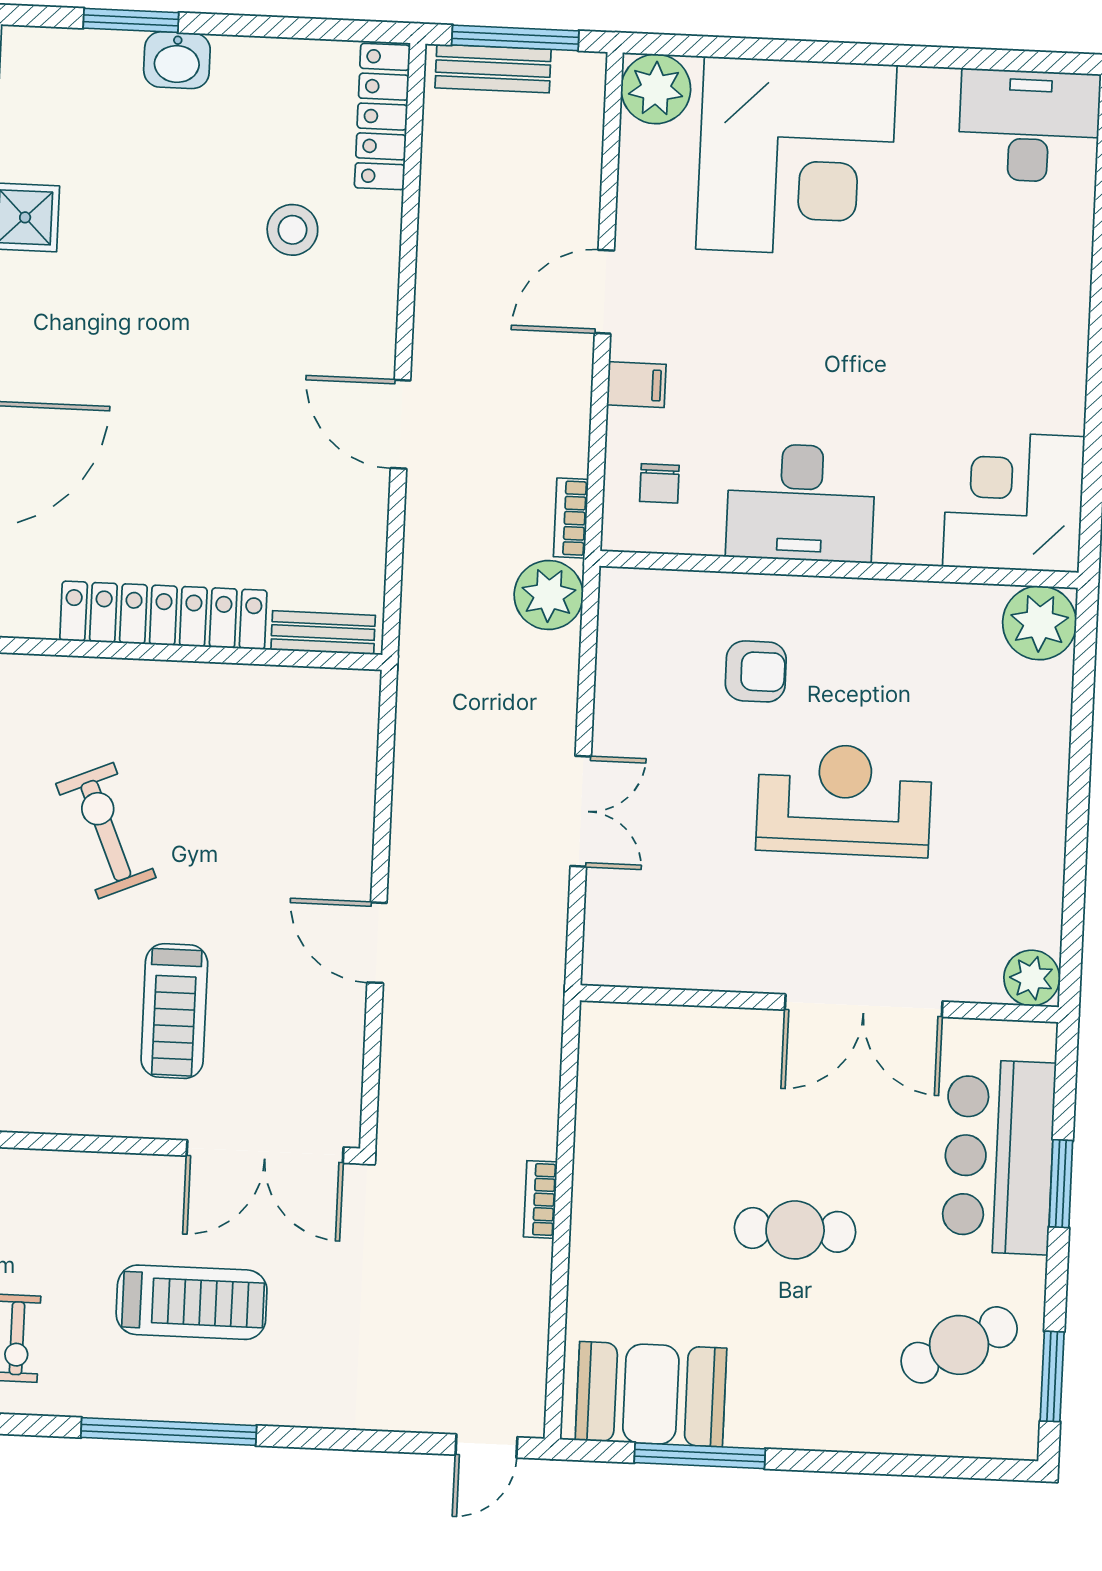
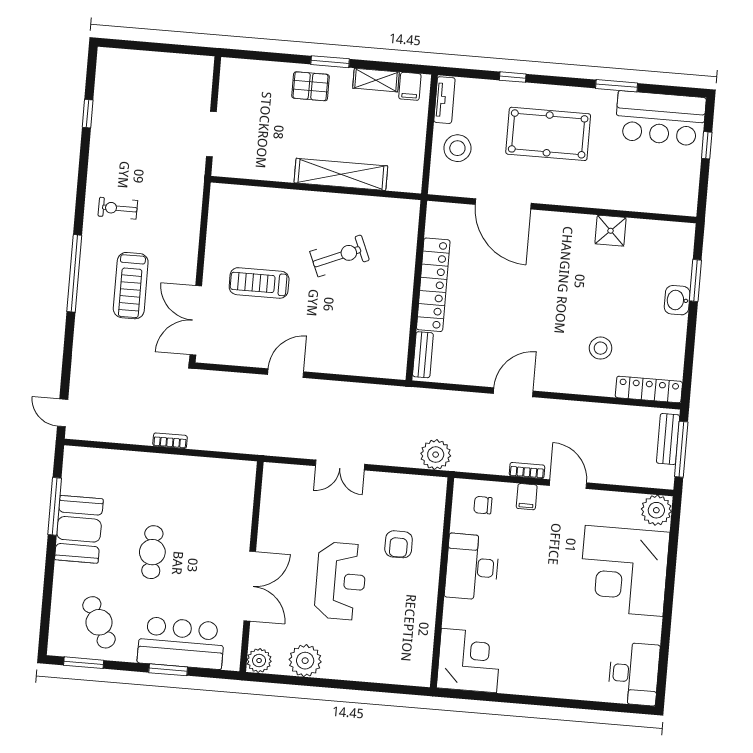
bookcase: (571, 518) -> (527, 470), moved
plant: (1039, 623) -> (305, 661), moved
double door: (864, 1006) -> (250, 586), swing flipped
booth: (651, 1394) -> (79, 529), moved

